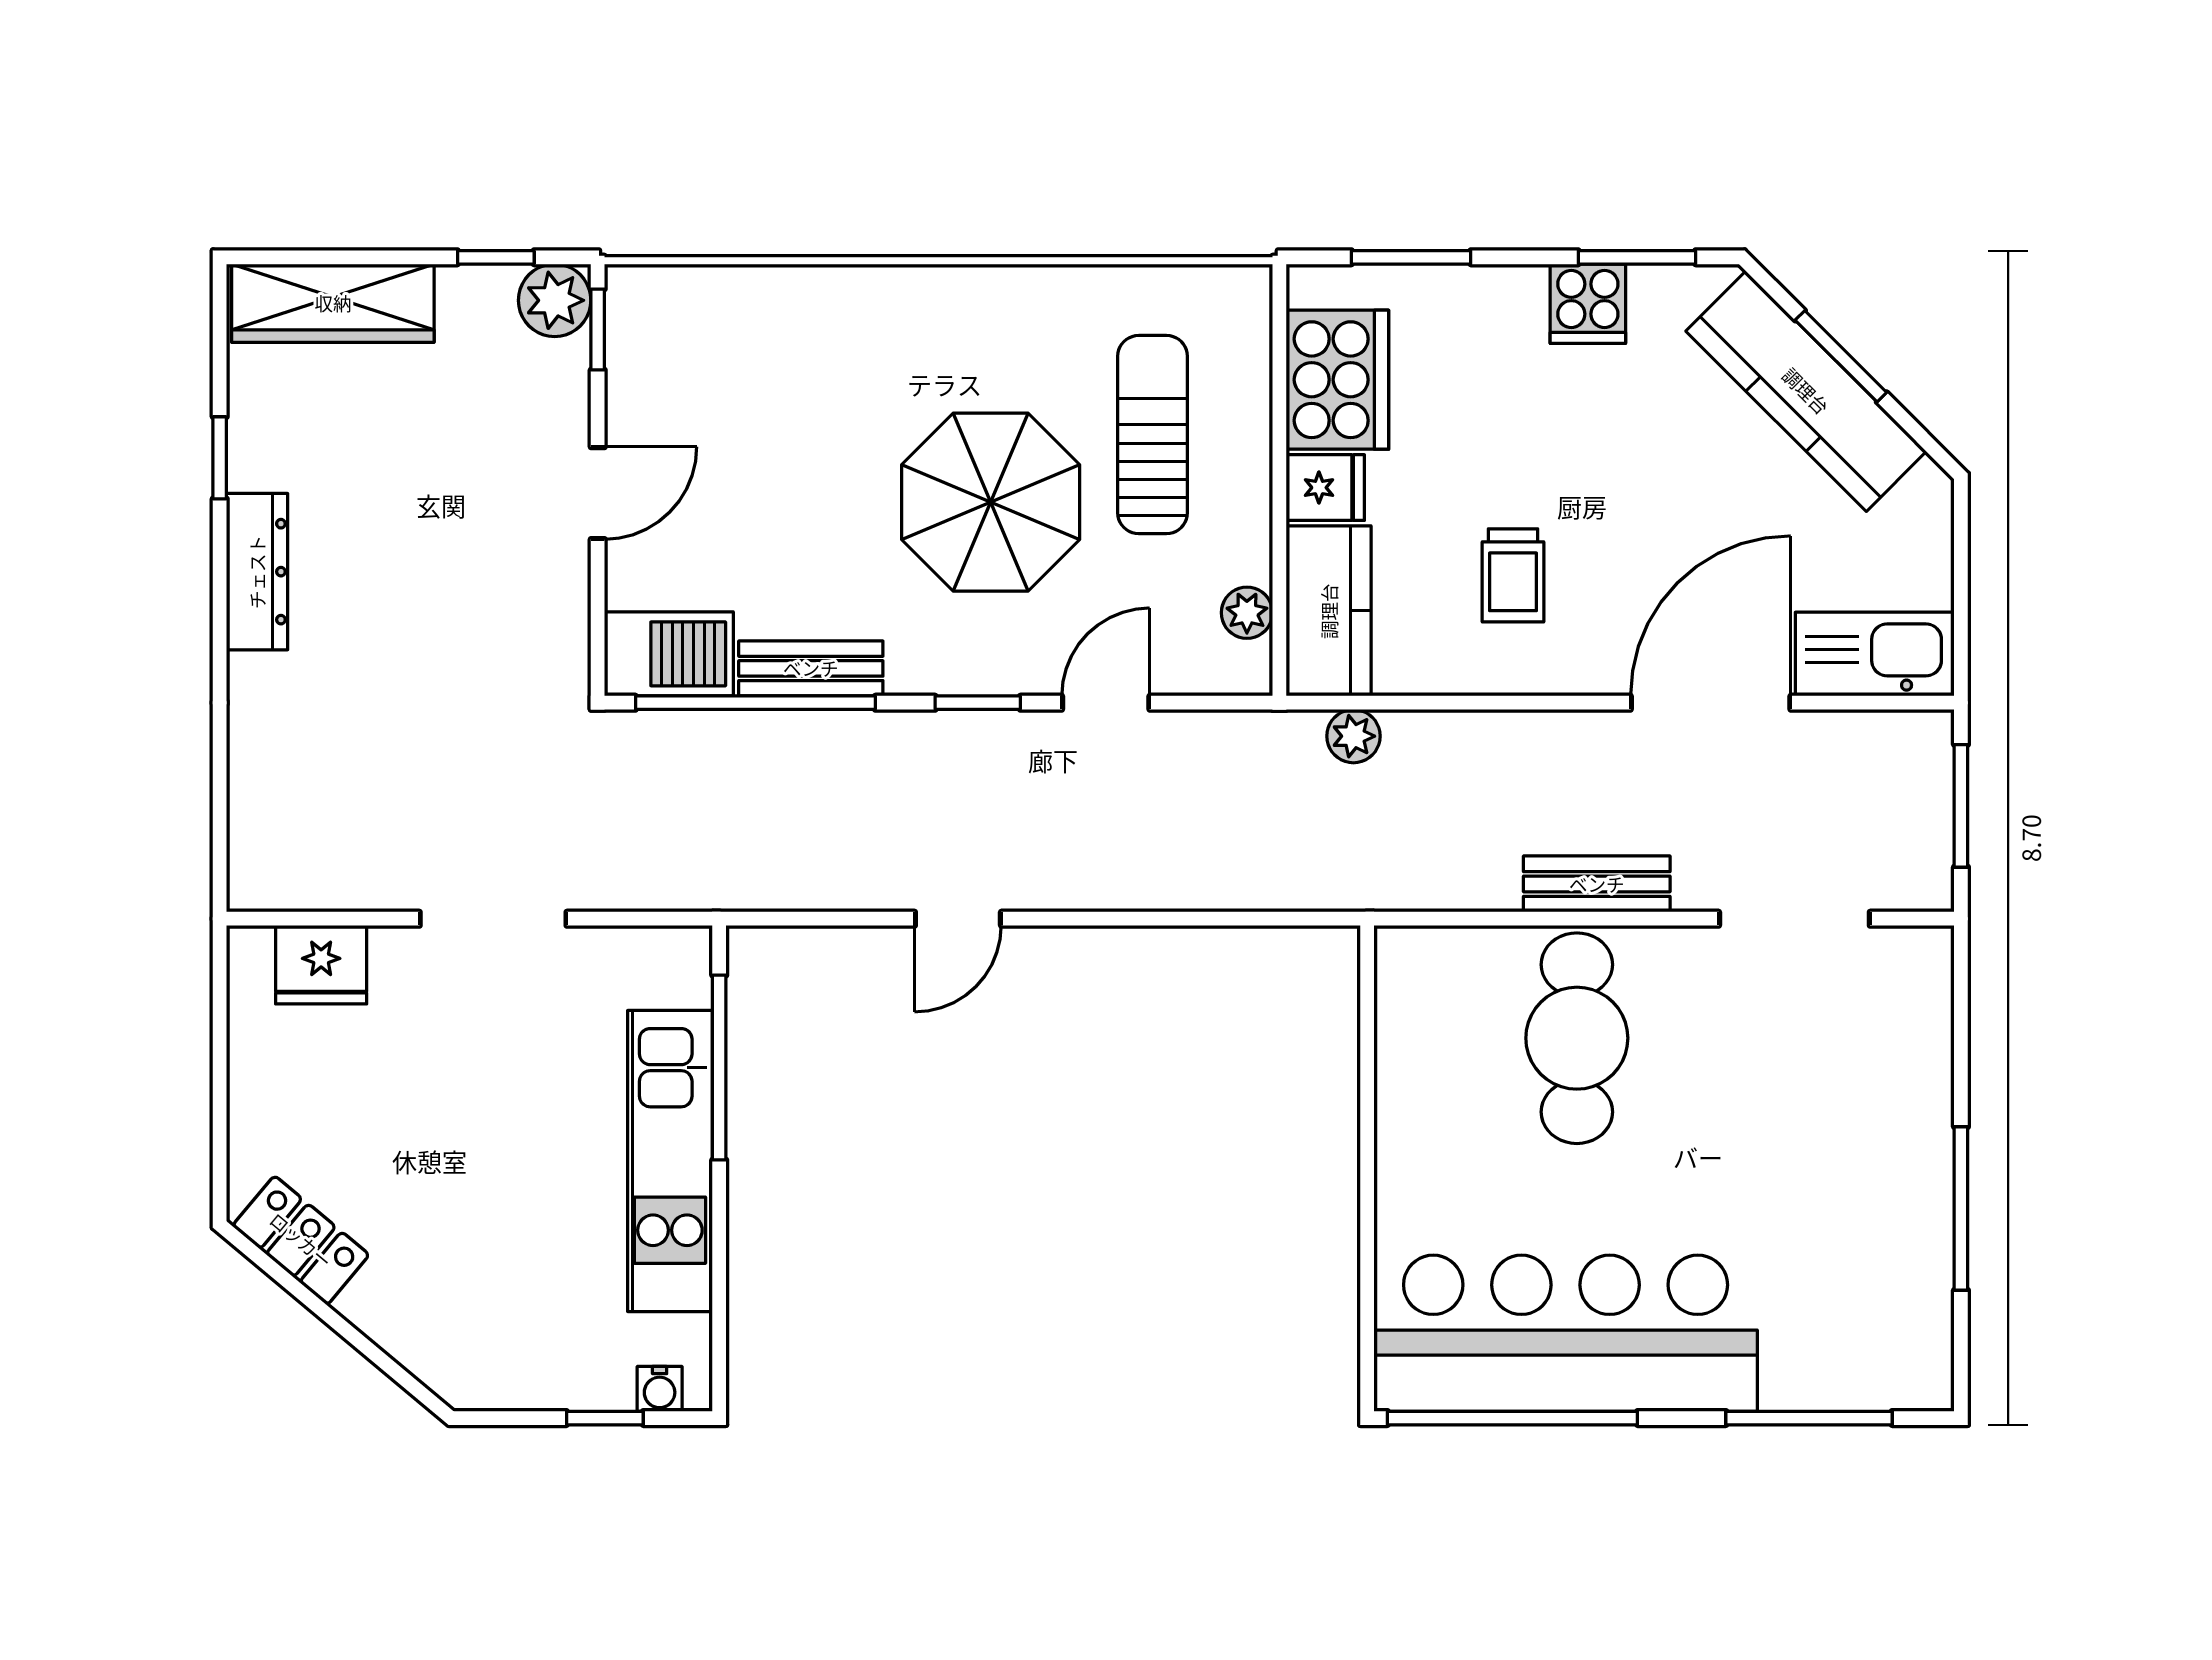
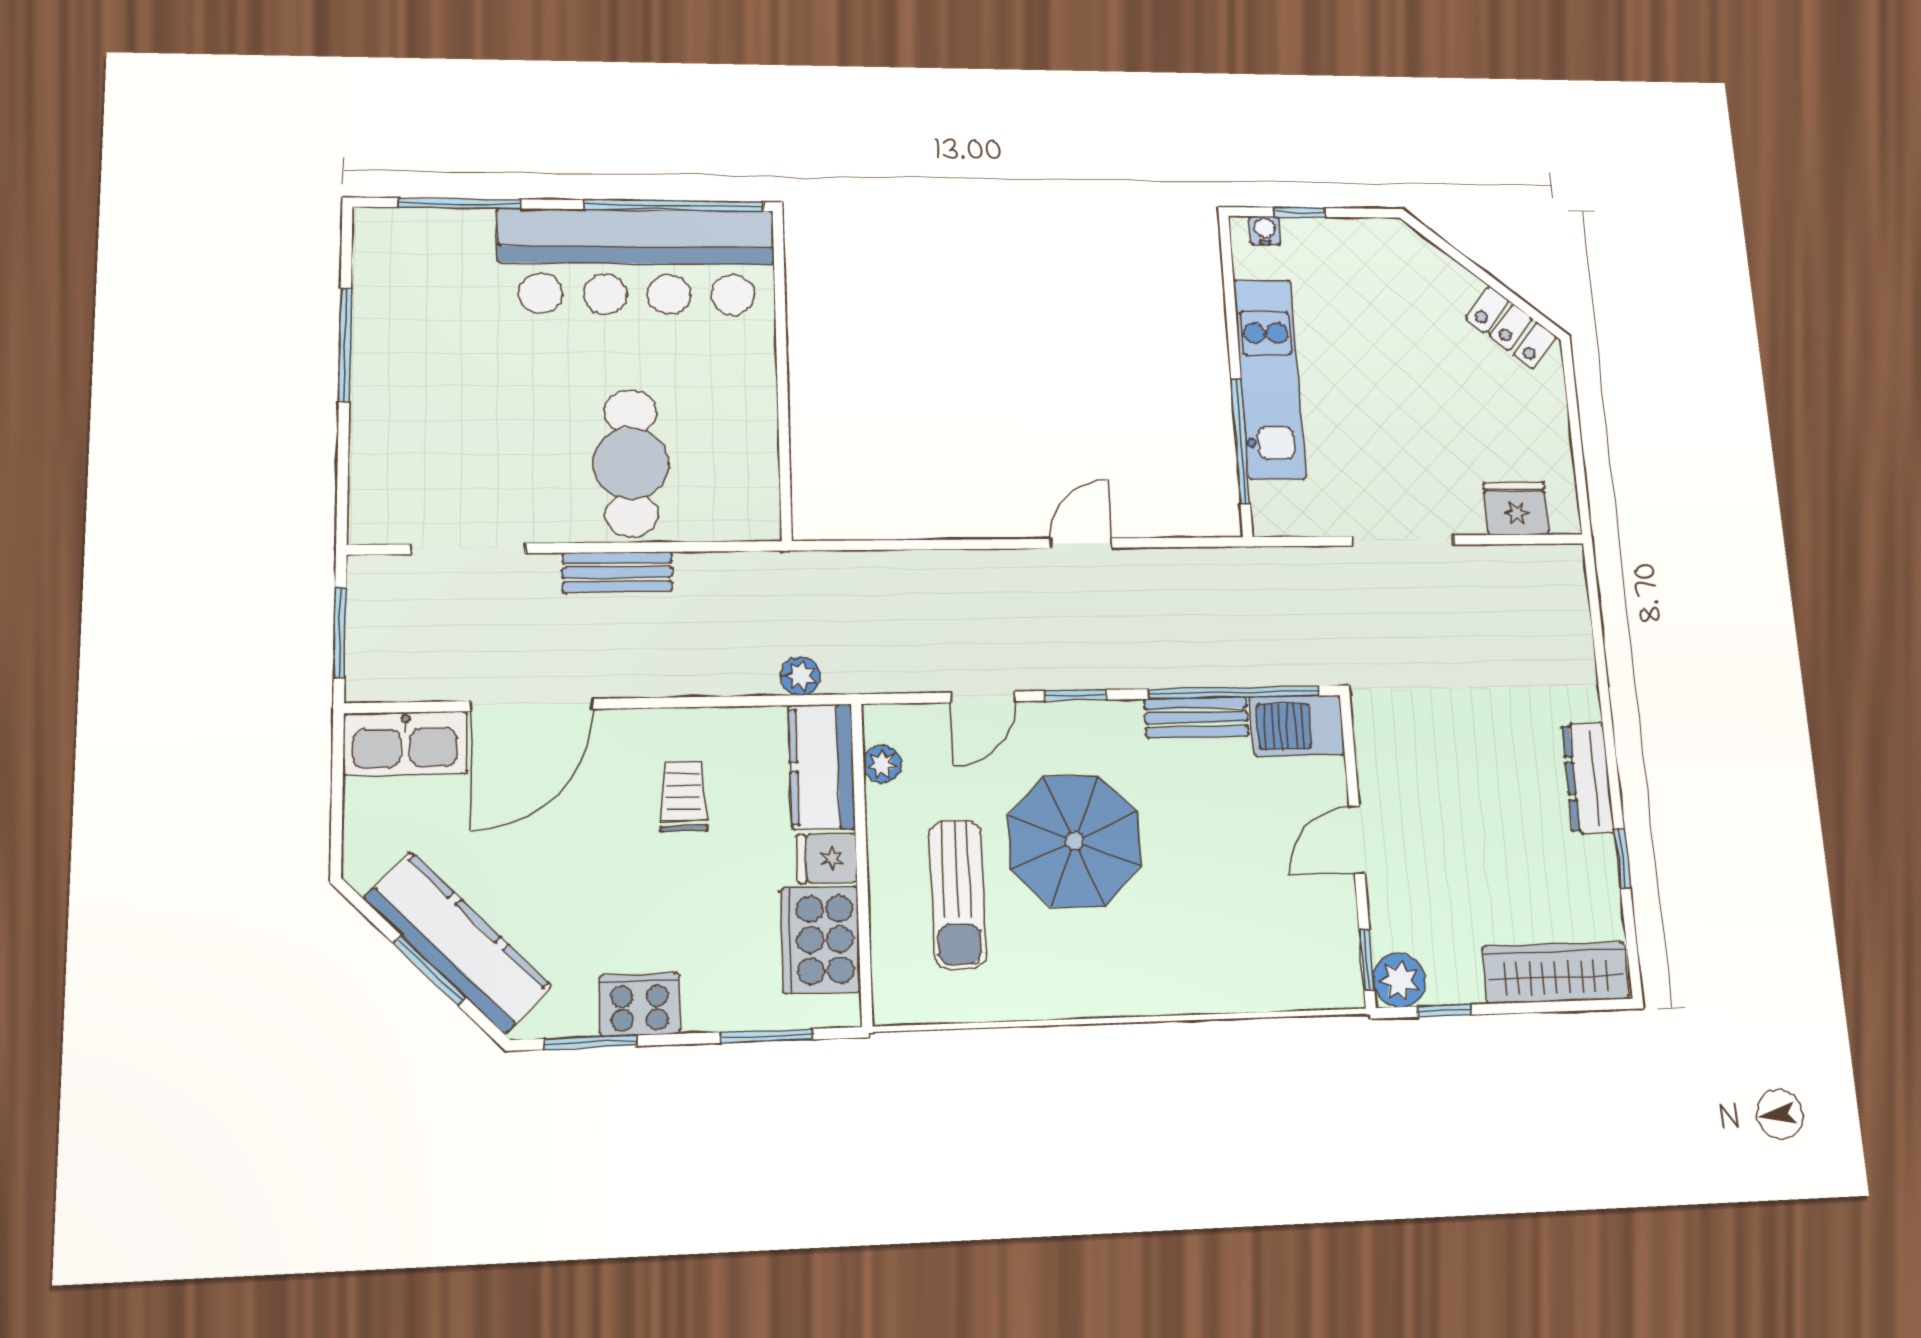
cooker: (1588, 304) -> (640, 1004), width x1.36

